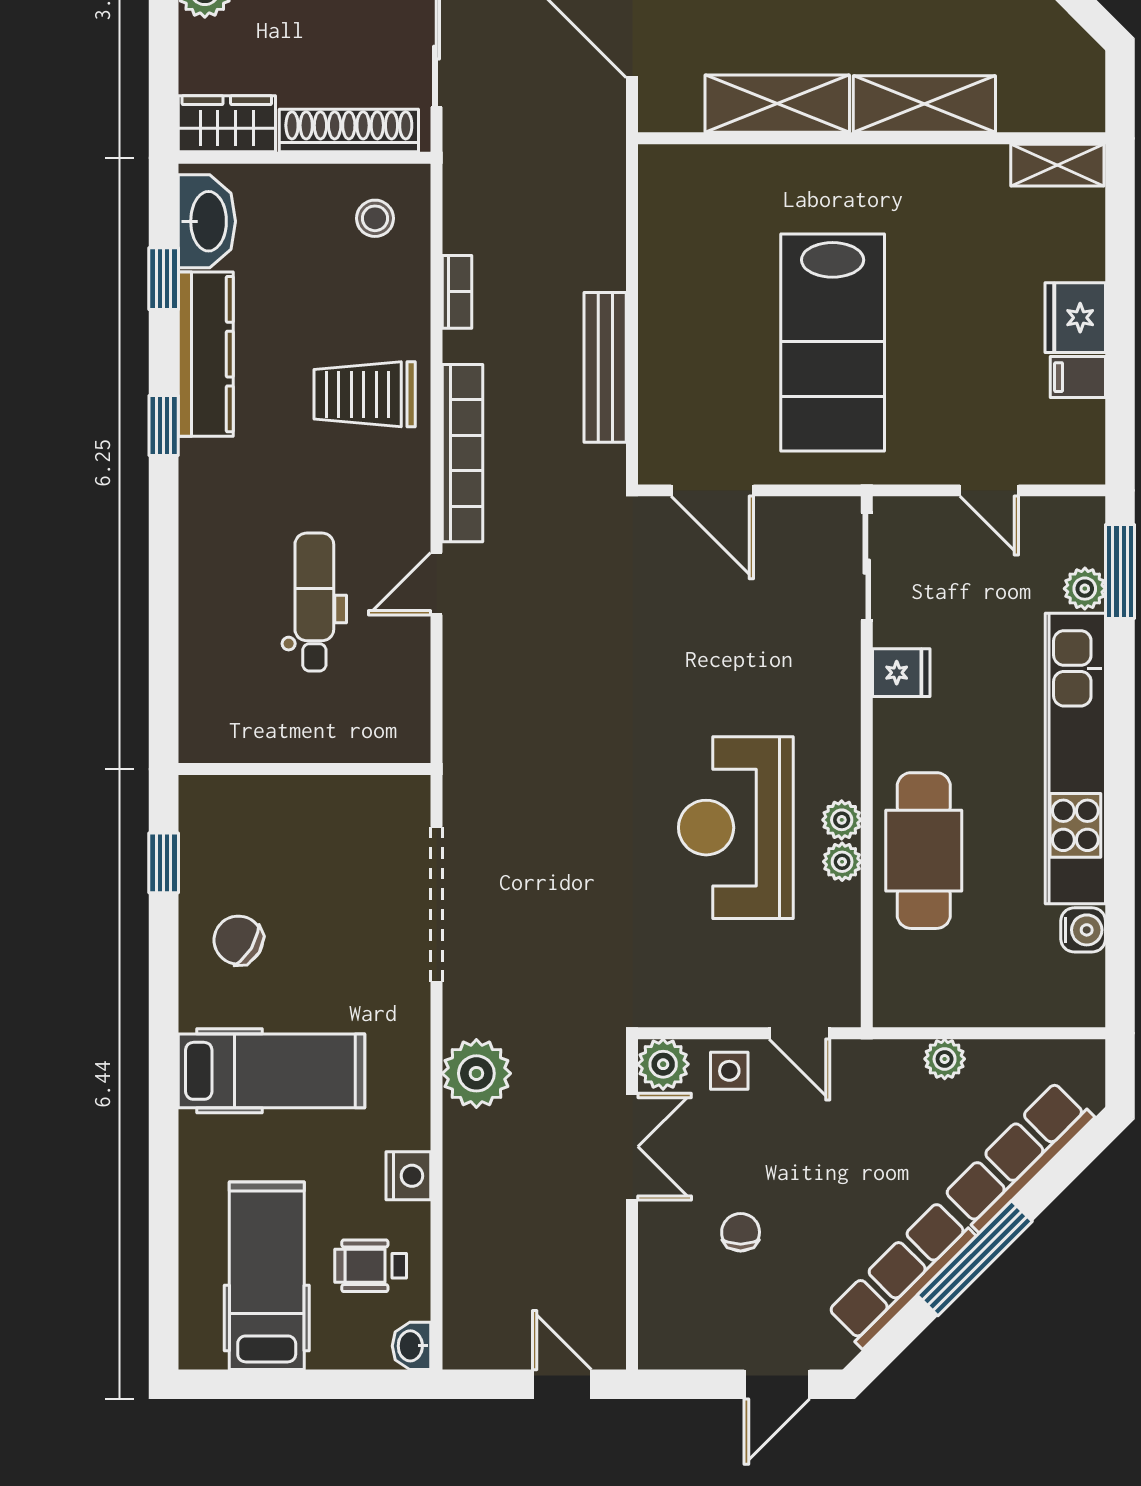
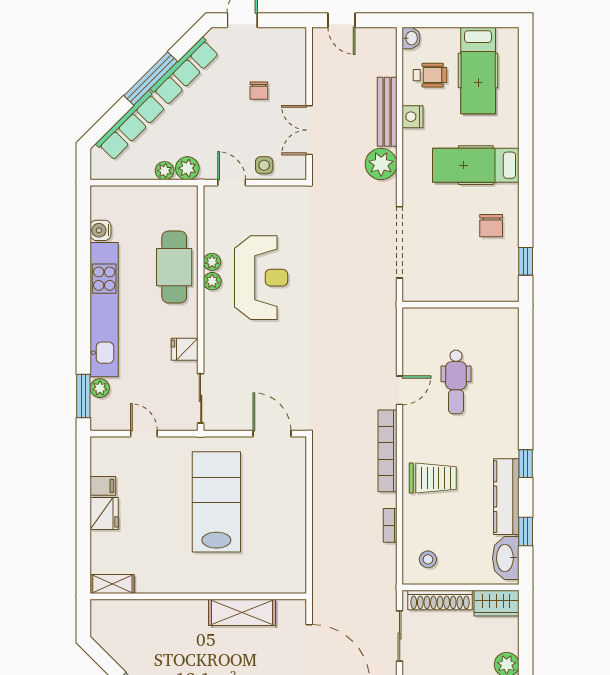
shelving: (924, 104) -> (174, 612), removed
bench: (605, 367) -> (387, 112), moved
chair: (238, 940) -> (491, 226), turned 59
plant: (663, 1064) -> (187, 168), moved

